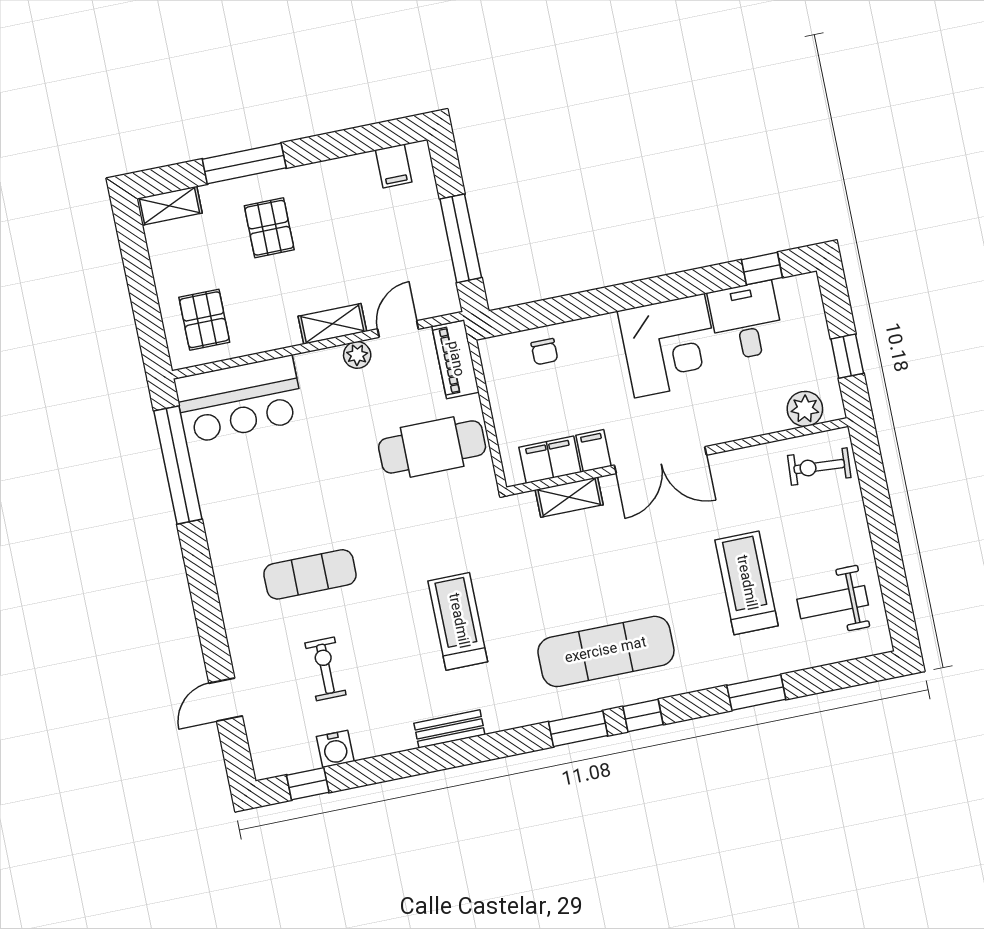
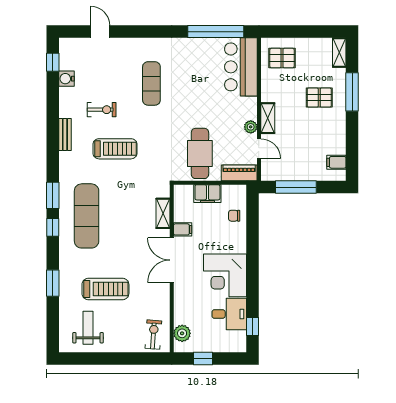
filing cabinet: (550, 460) -> (207, 194), moved, turned 90
exercise bike: (325, 669) -> (102, 110), moved

